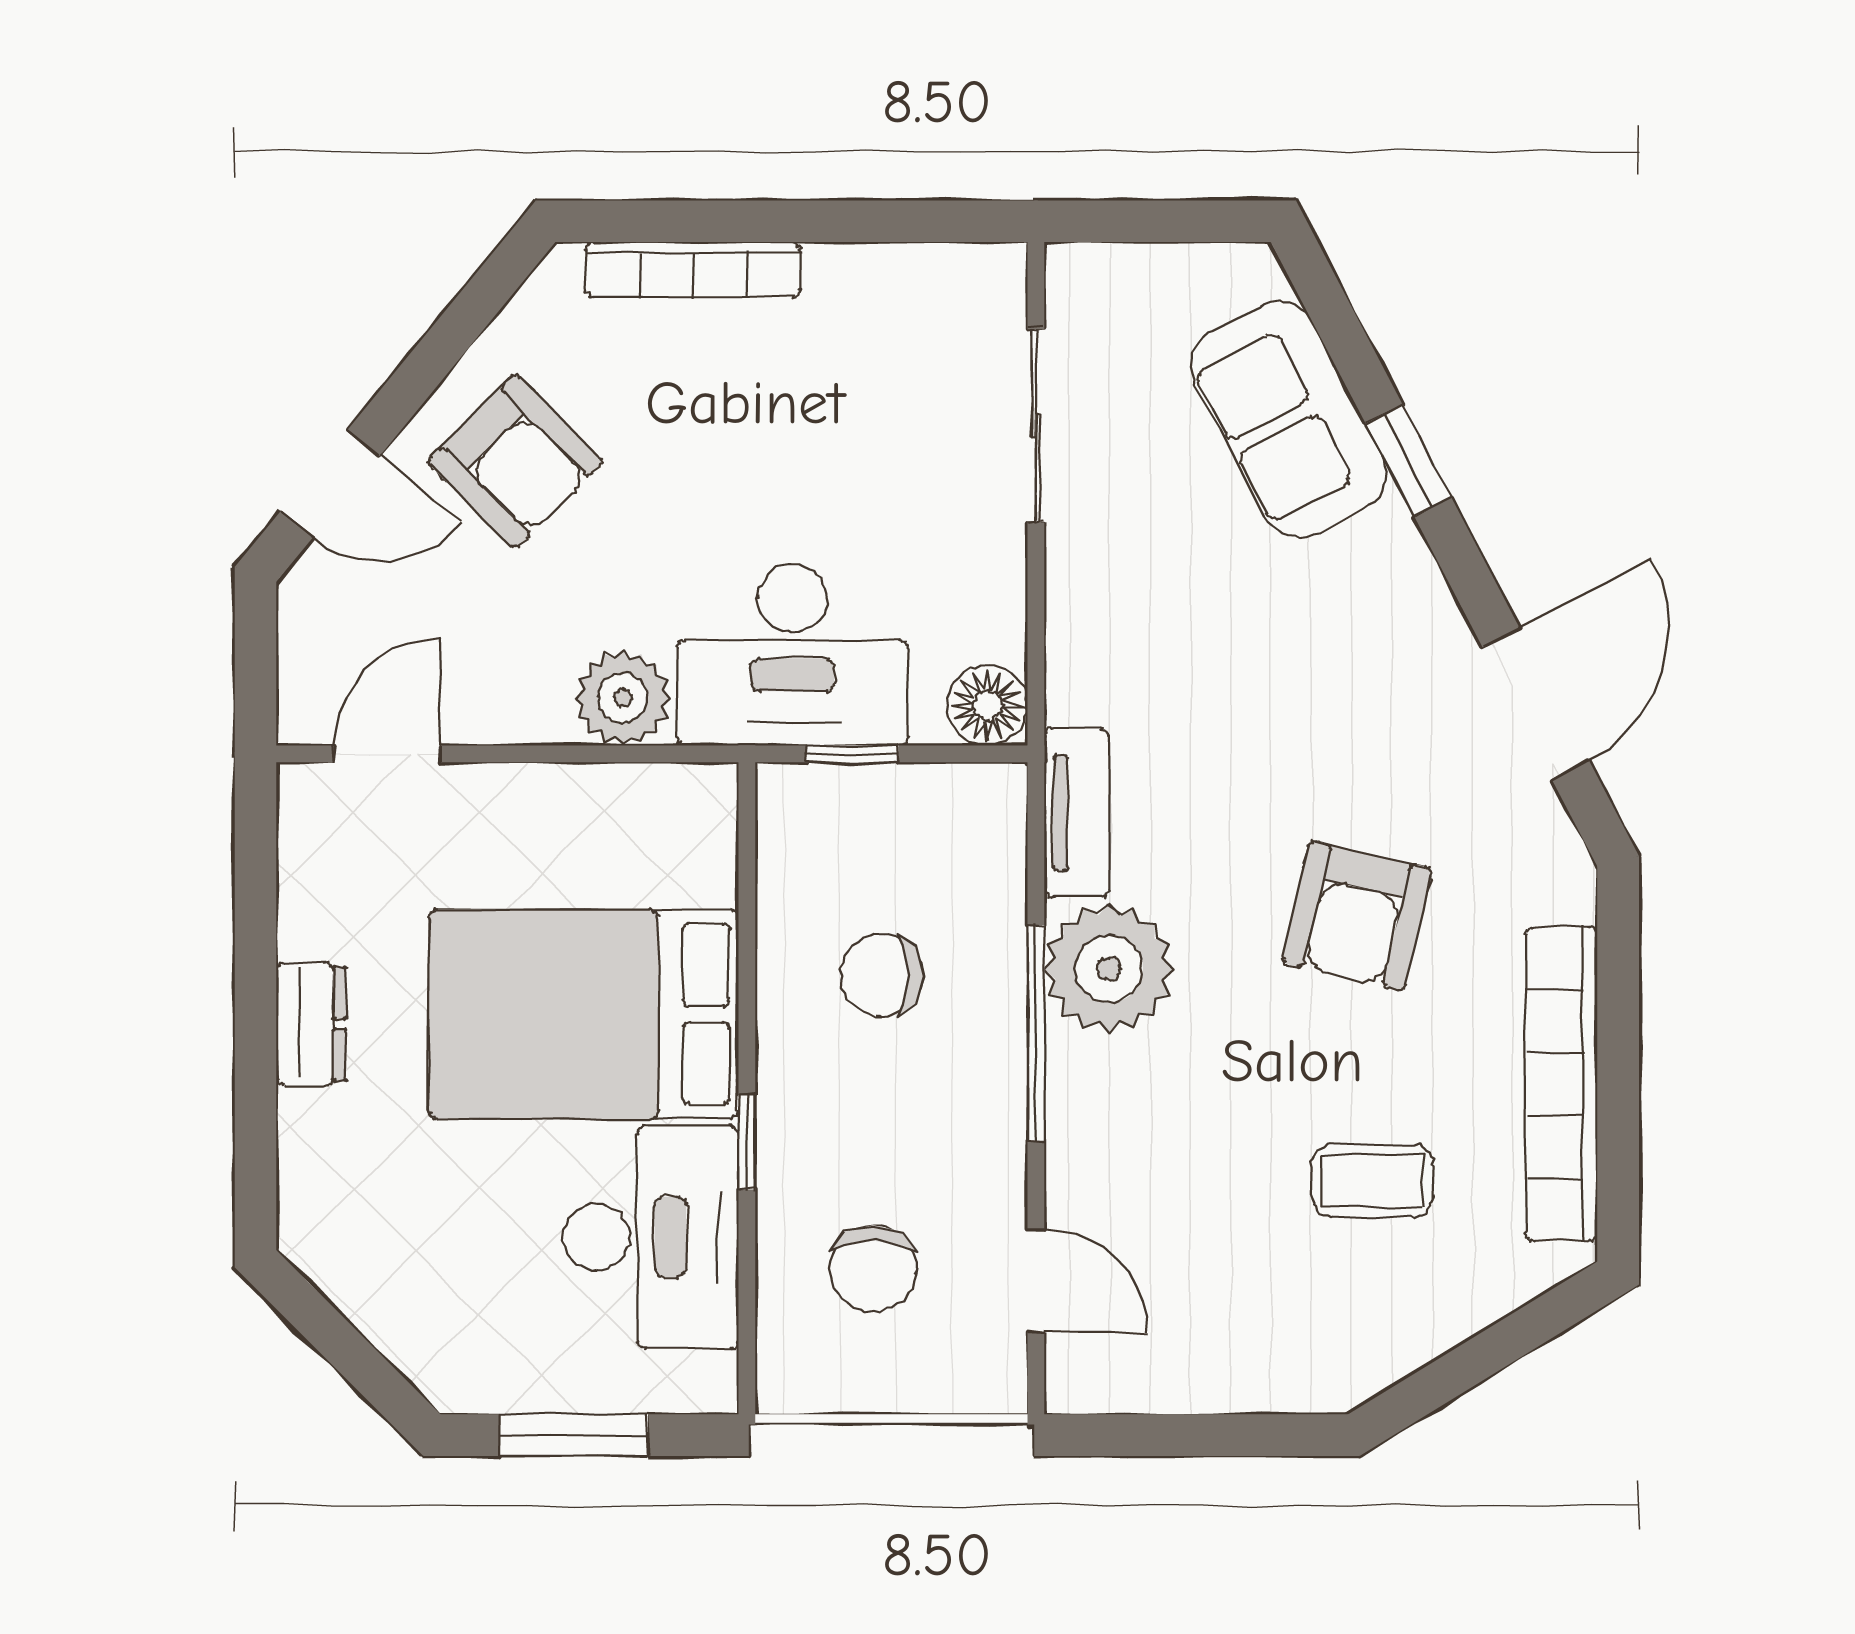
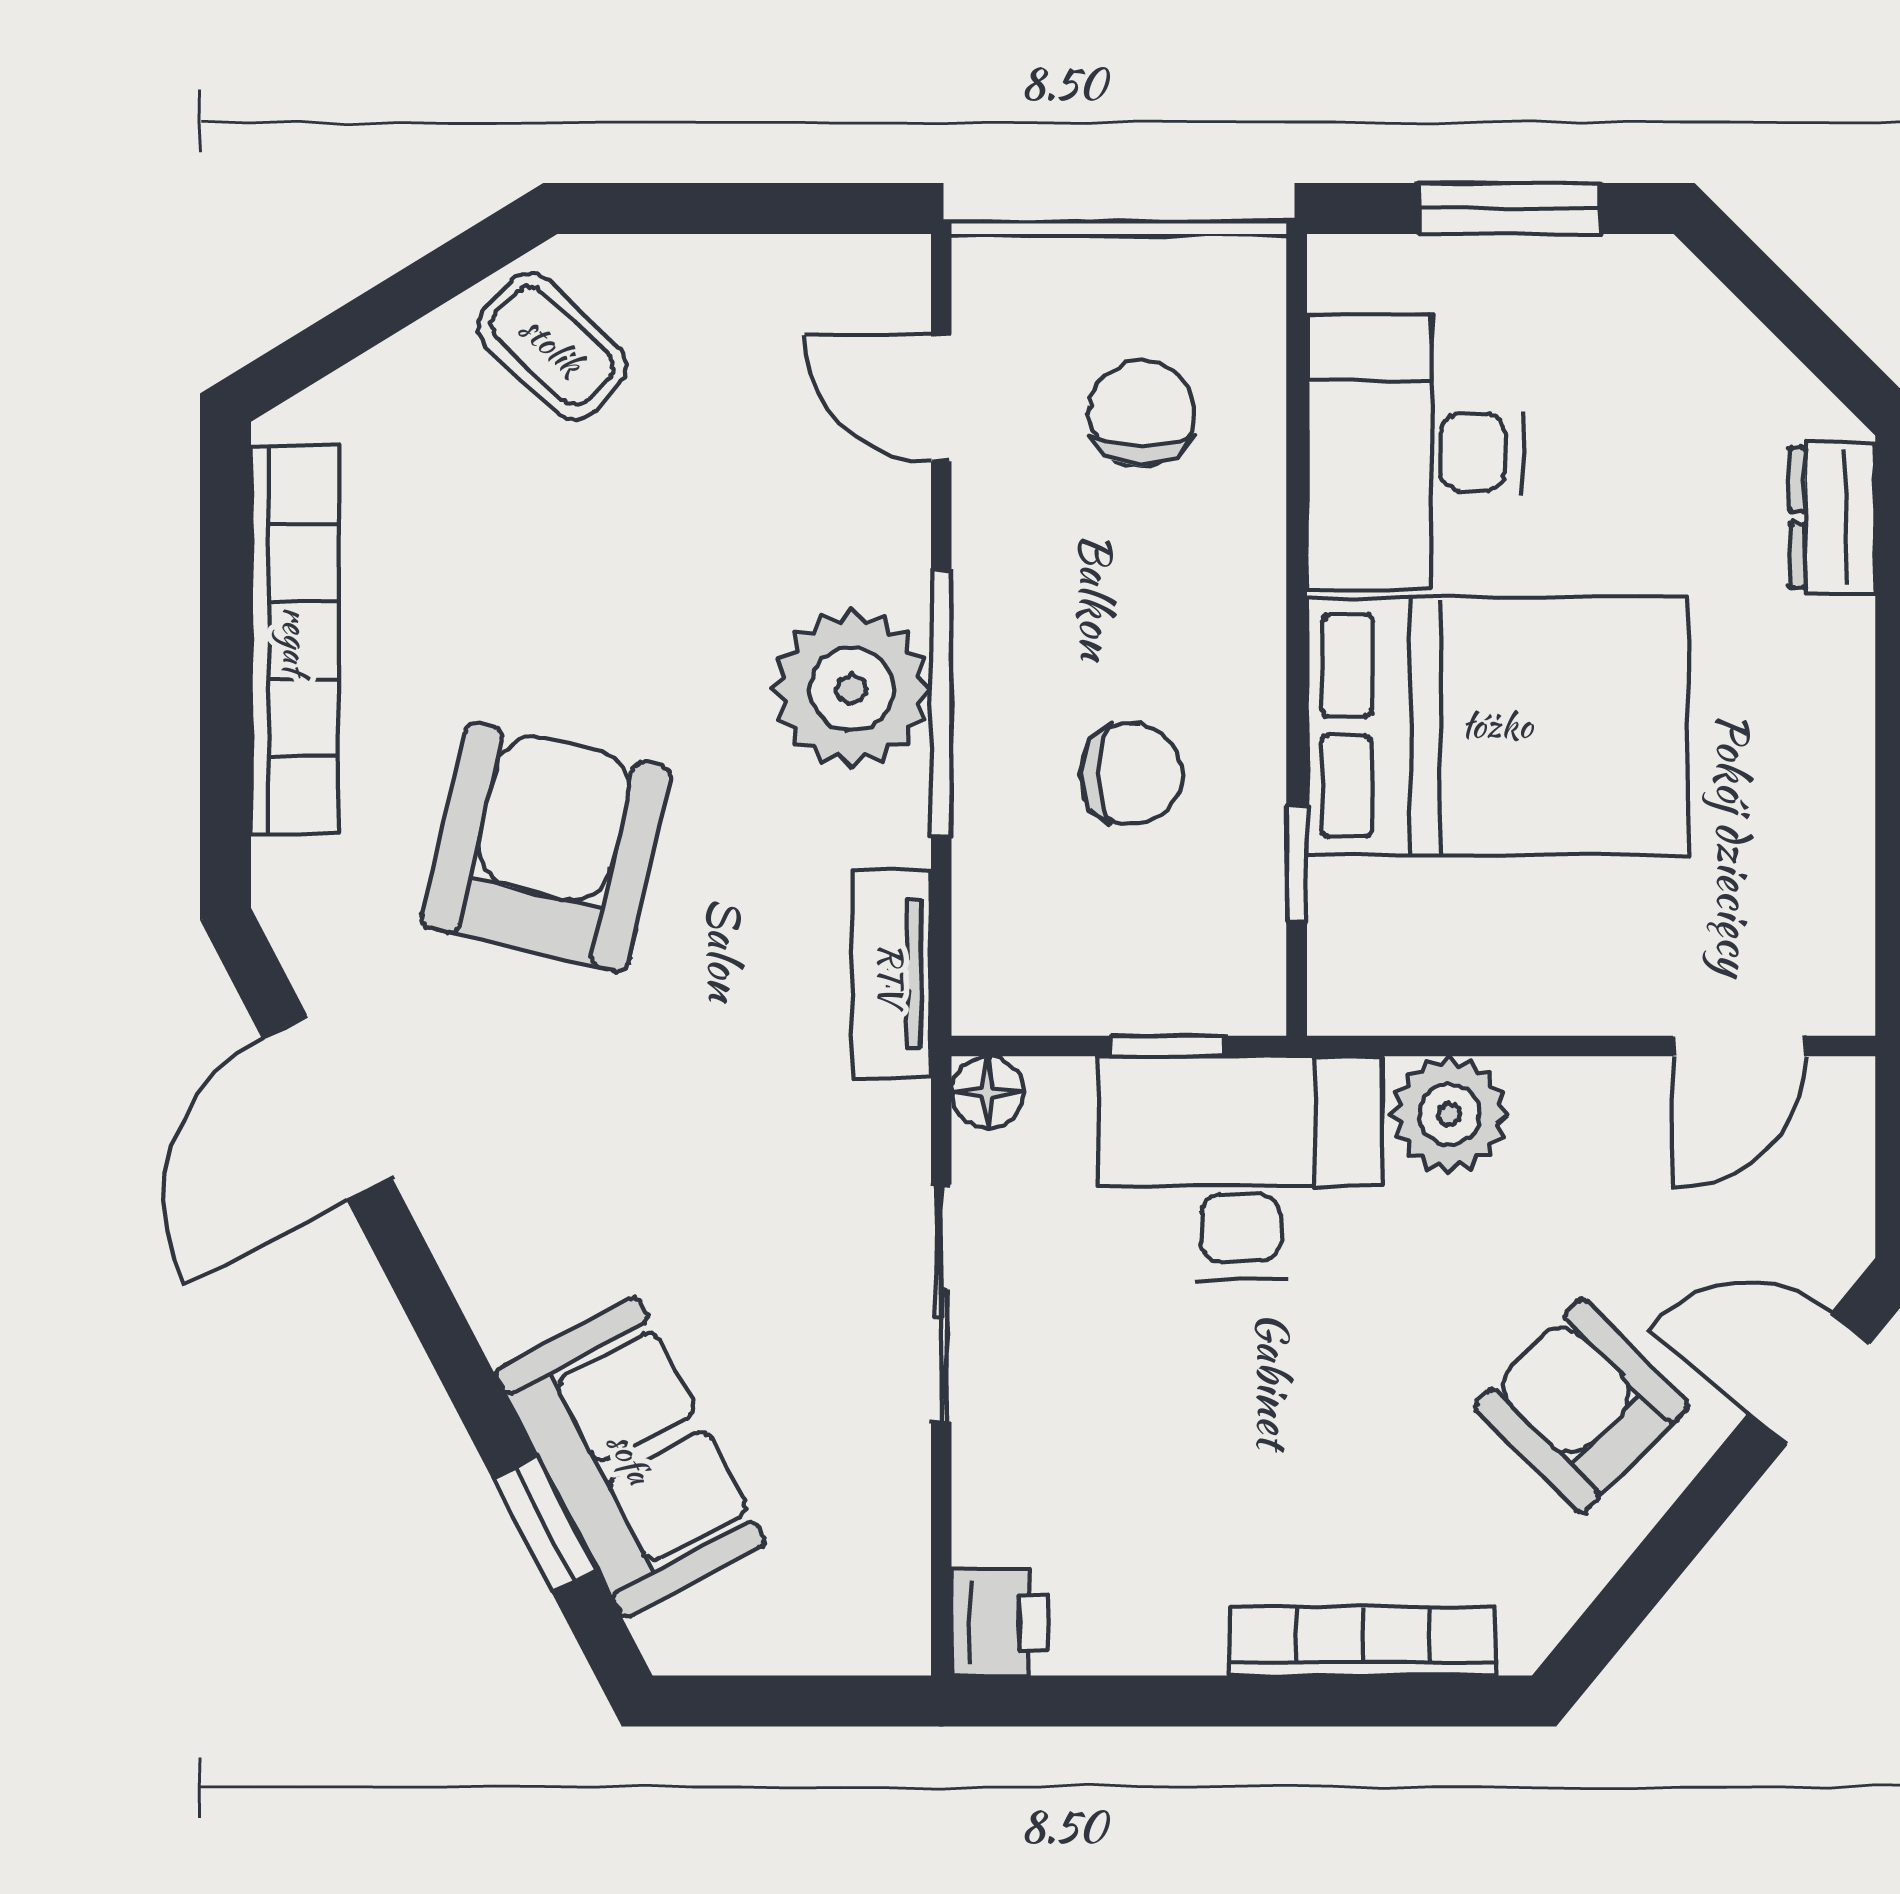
printer: (988, 285) -> (1000, 1623), added
sliding door: (1036, 426) -> (941, 1303), moved
window: (1408, 460) -> (545, 1524), moved
floor lamp: (987, 705) -> (987, 1092), width x0.73, depth x0.73
armchair: (1357, 916) -> (547, 847), width x1.36, depth x1.36
plant: (1109, 969) -> (851, 689), moved
dresser: (311, 1024) -> (1833, 518), moved
window: (747, 1142) -> (1297, 864), moved
coffee table: (1373, 1181) -> (552, 346), moved, turned 43

